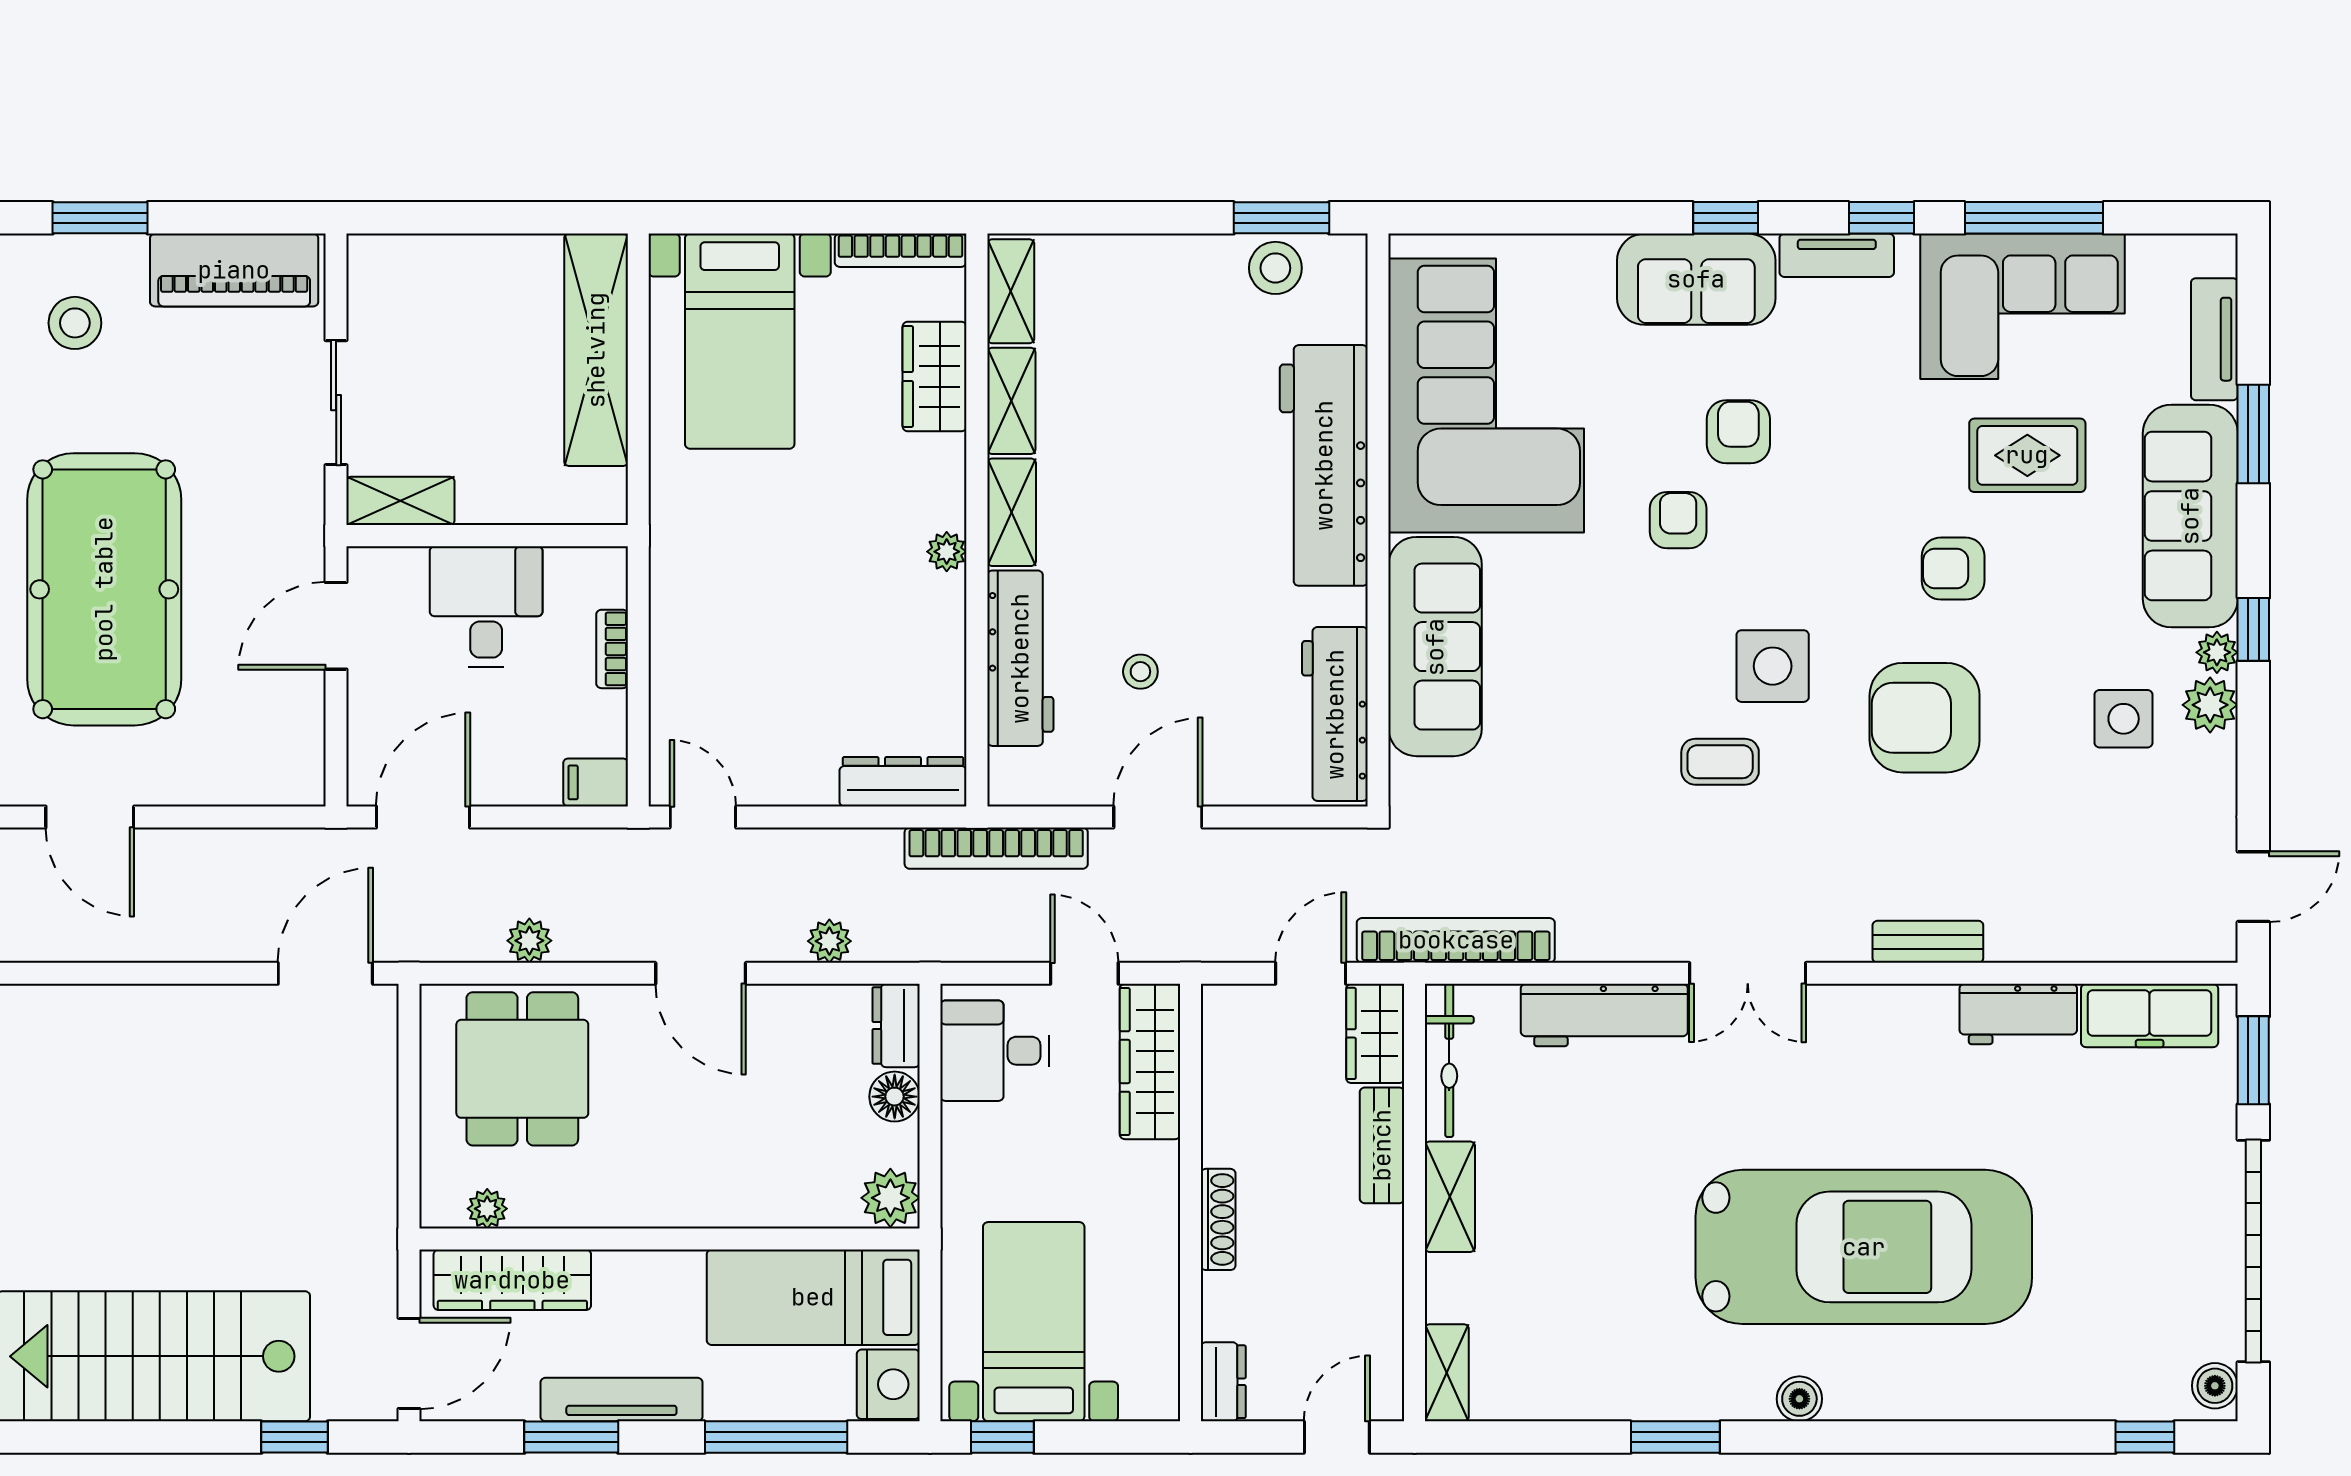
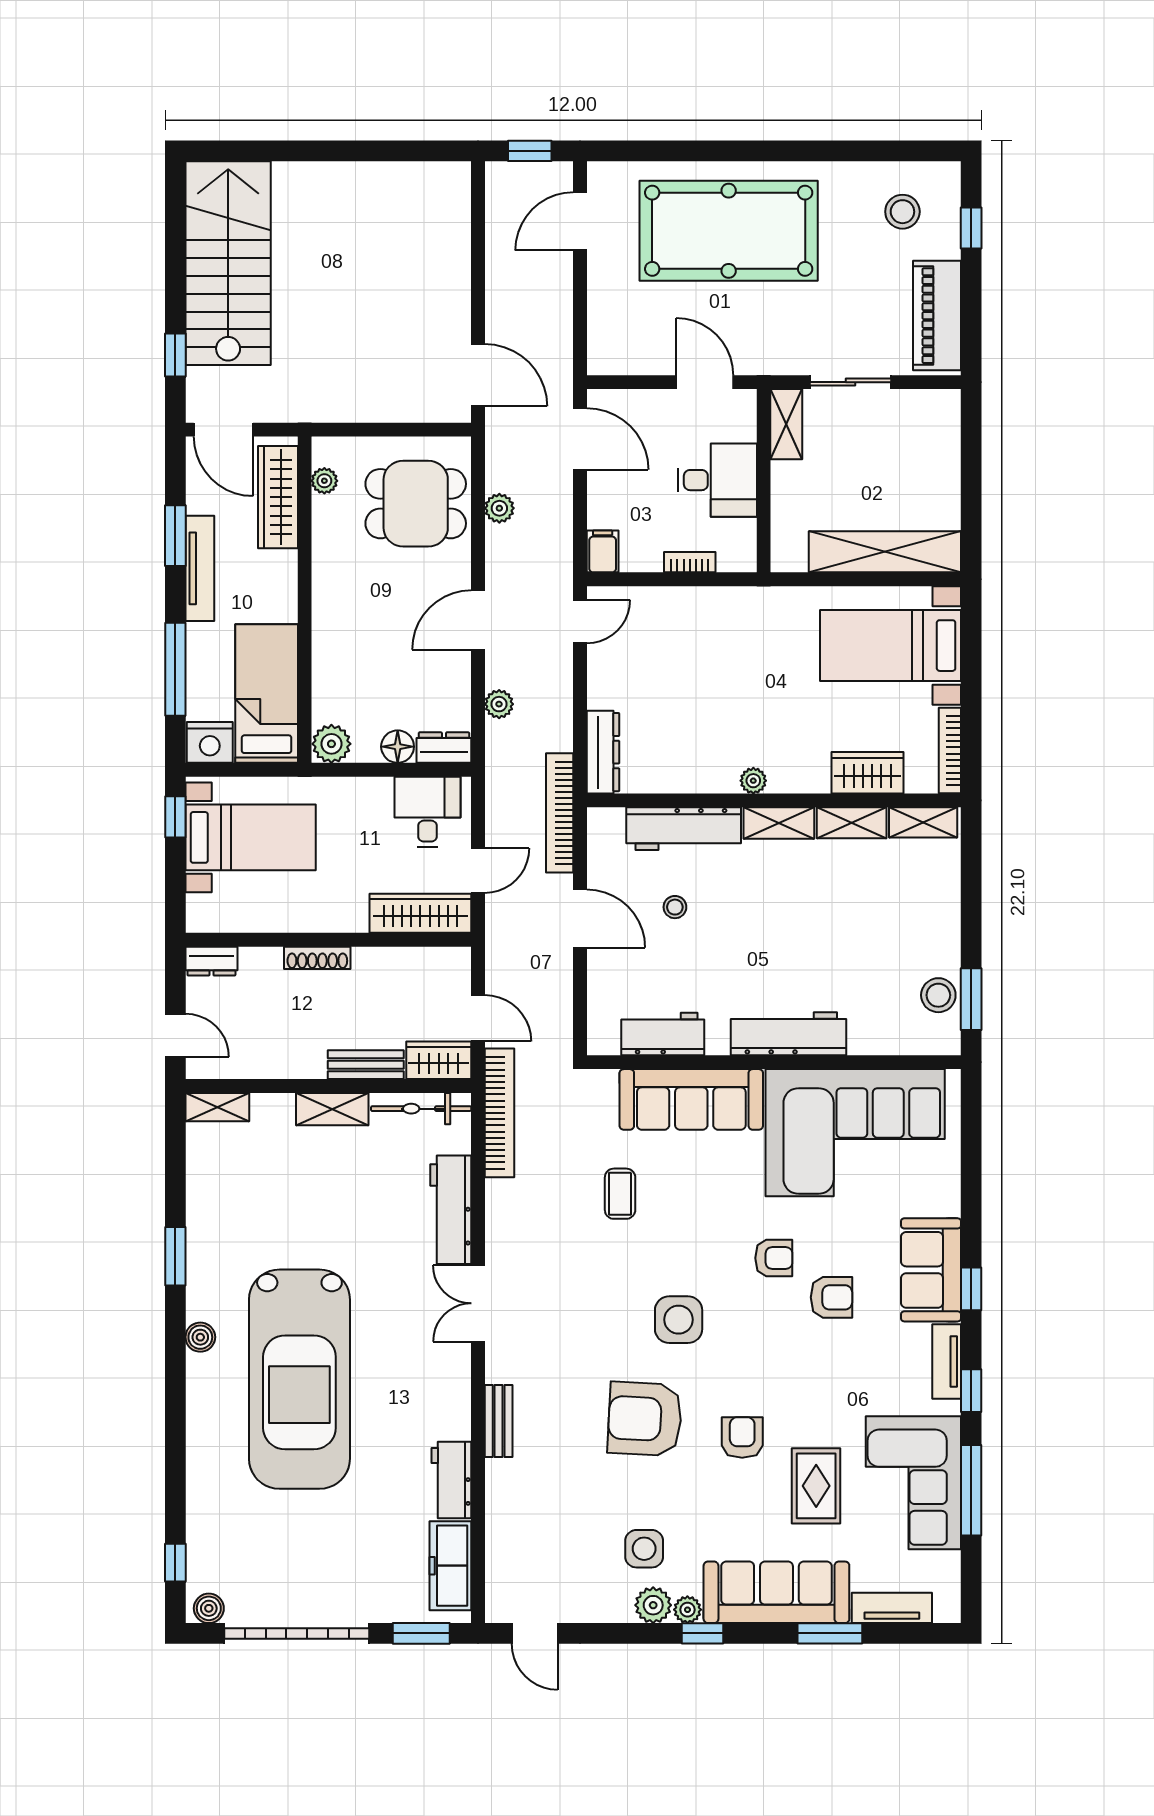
window: (100, 218) -> (971, 228), width x0.67
workbench: (1324, 465) -> (788, 1034), width x0.73, depth x0.76
workbench: (1335, 714) -> (663, 1034), width x0.73
armchair: (1925, 718) -> (645, 1419), turned -87
coffee table: (1720, 762) -> (620, 1194), moved

